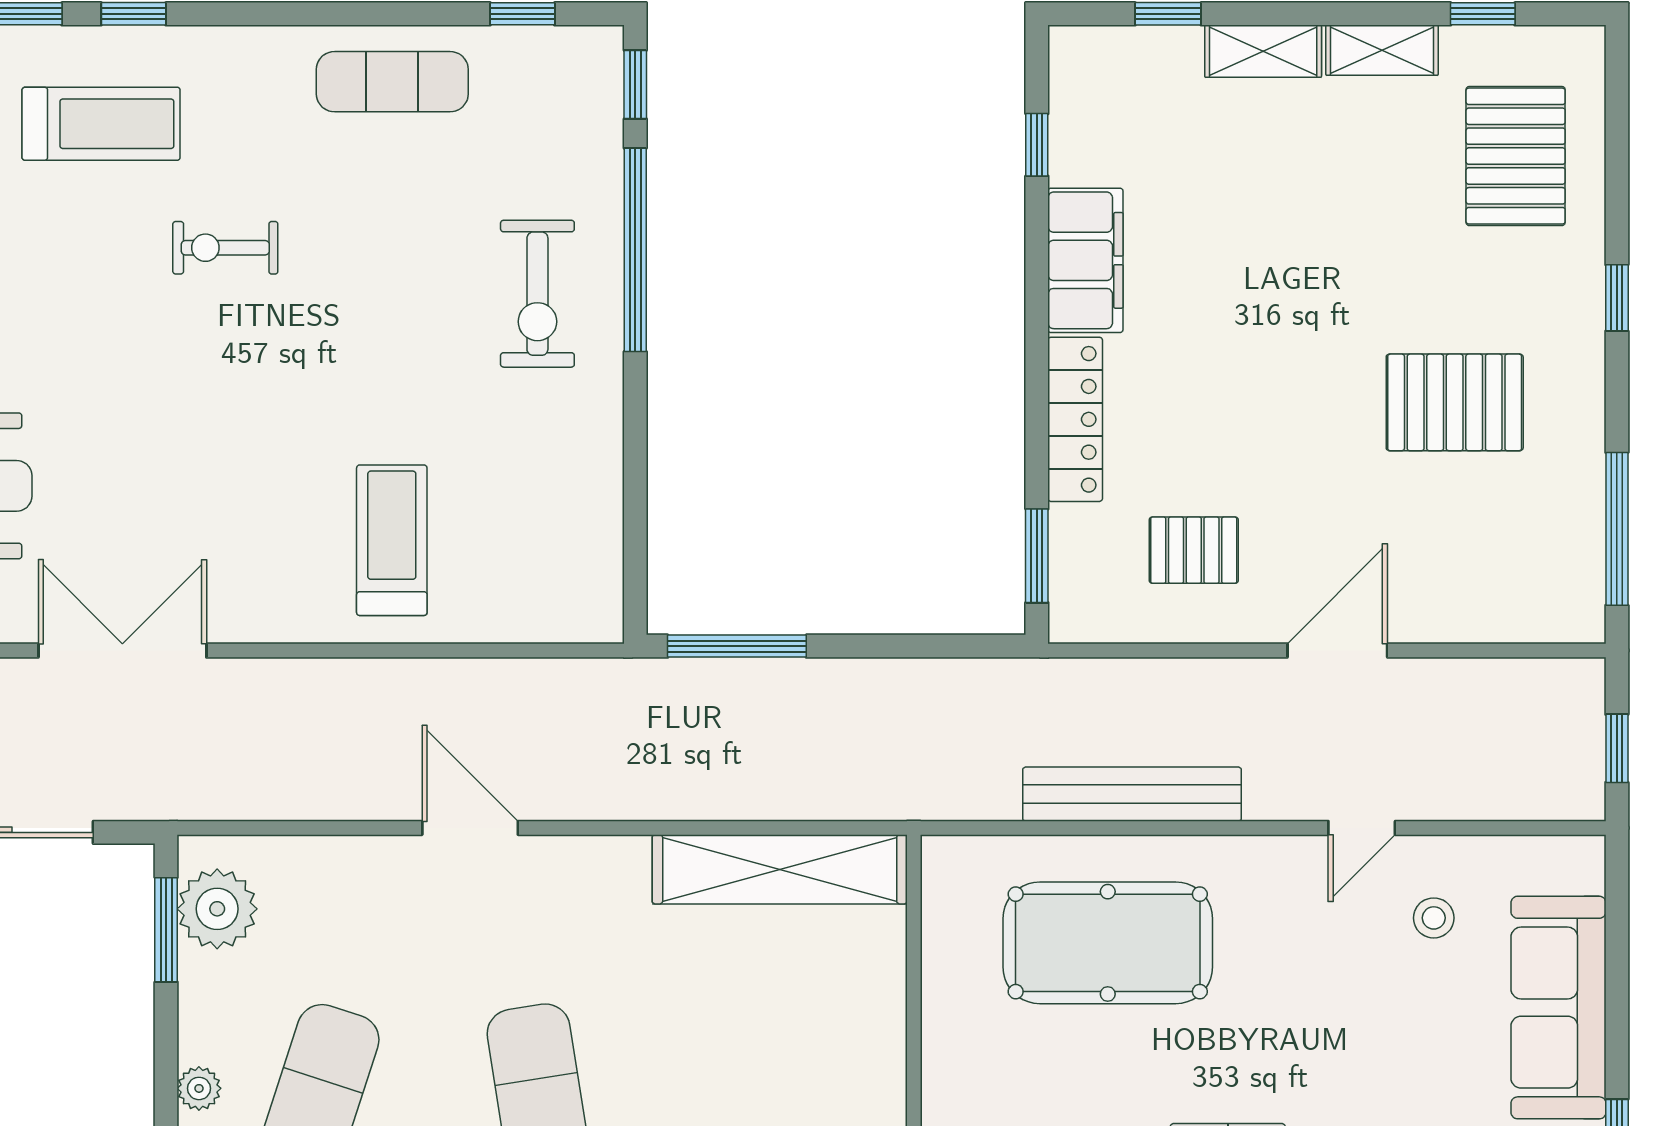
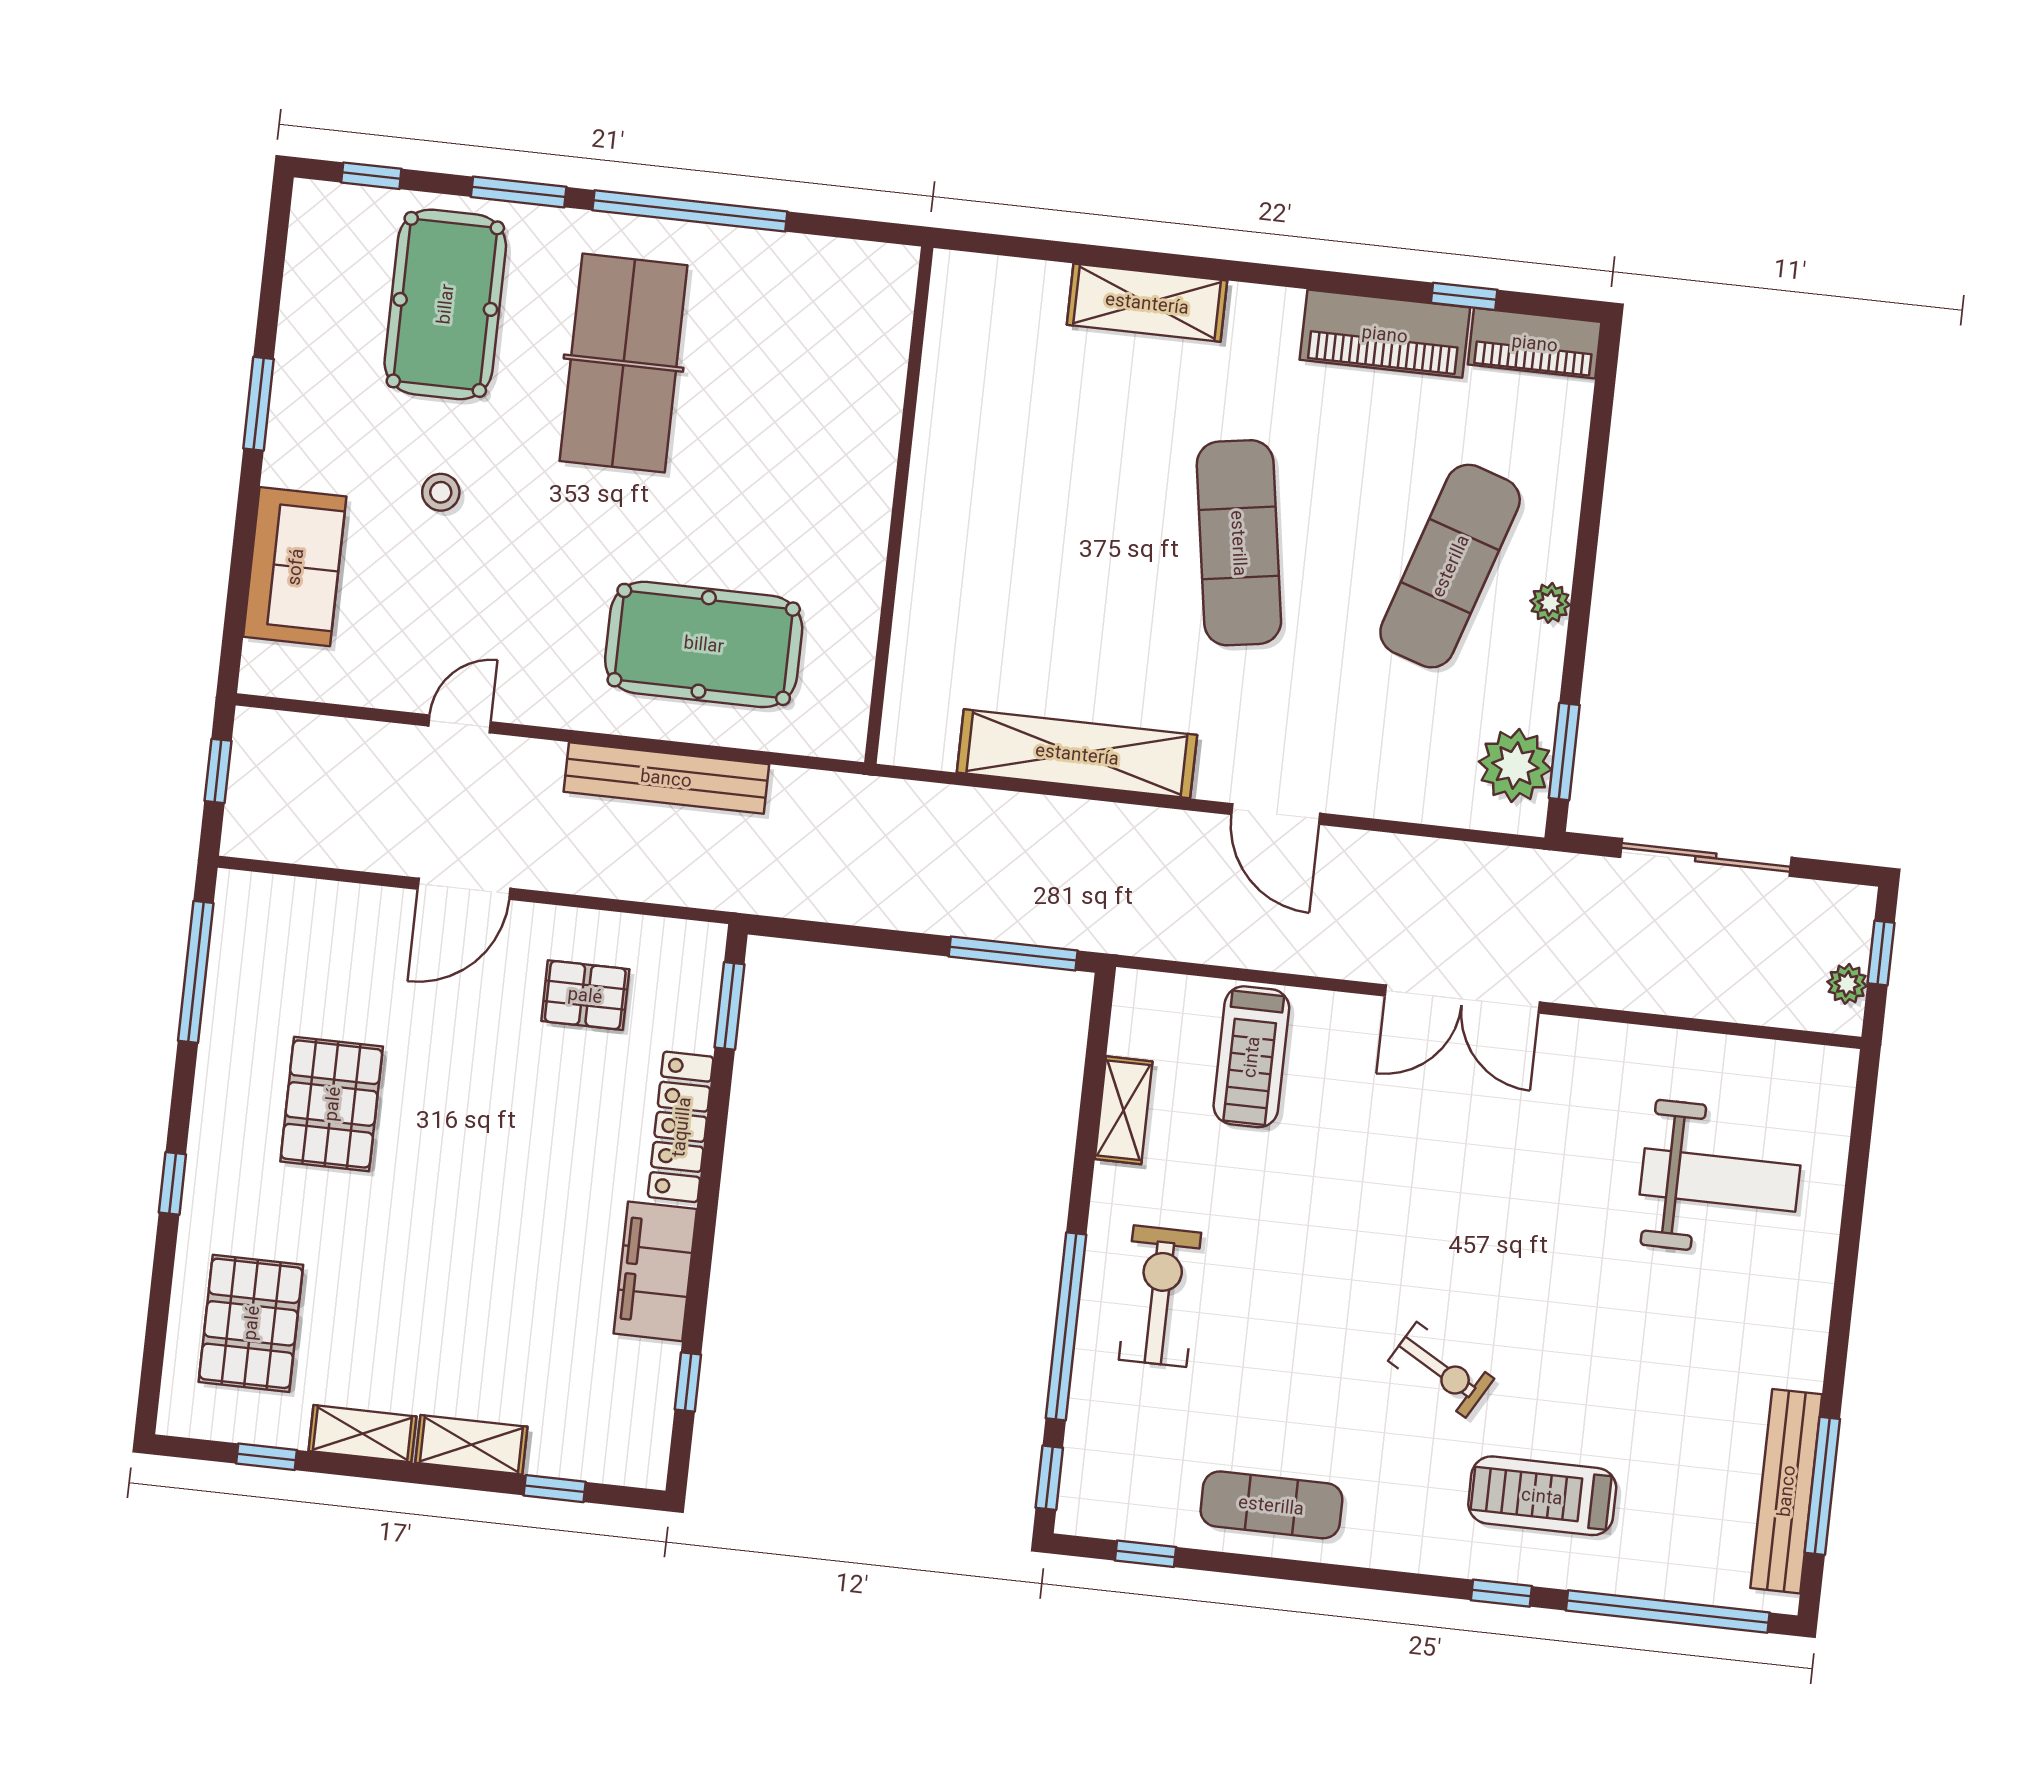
exercise bike: (225, 248) -> (1441, 1370), turned 30
pallet: (1455, 402) -> (332, 1104), turned 90
shelving: (599, 490) -> (1124, 1110), added
treadmill: (392, 540) -> (1251, 1057), moved
double door: (122, 650) -> (1462, 999), moved
shelving: (780, 869) -> (1077, 754), moved
stool: (1434, 918) -> (441, 492), moved
sofa: (1558, 1008) -> (295, 567), width x0.73

